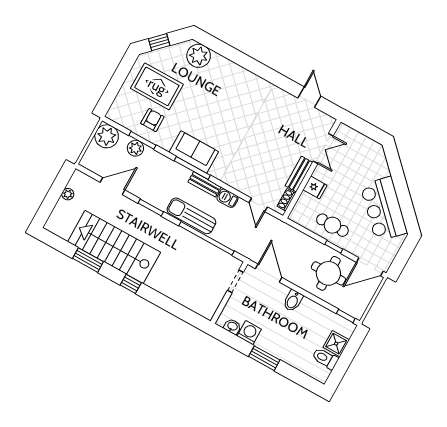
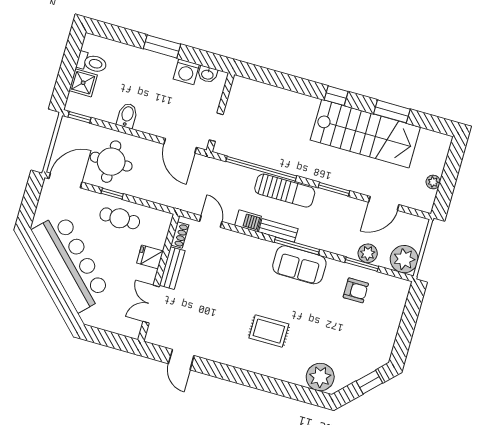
rug: (157, 86) -> (269, 331), moved, width x0.73, depth x0.70
armchair: (152, 120) -> (356, 290), turned -90
bar counter: (384, 209) -> (71, 262), width x1.36
bidet: (293, 301) -> (127, 116), moved

